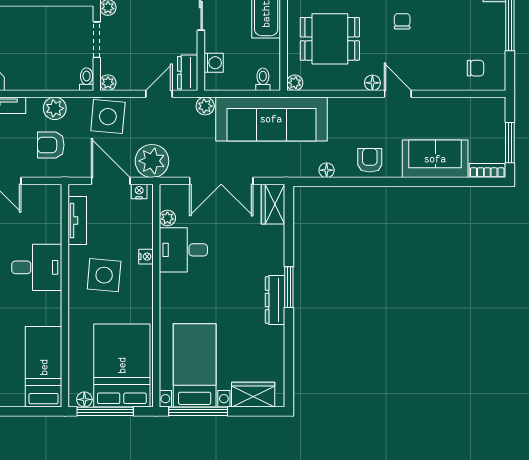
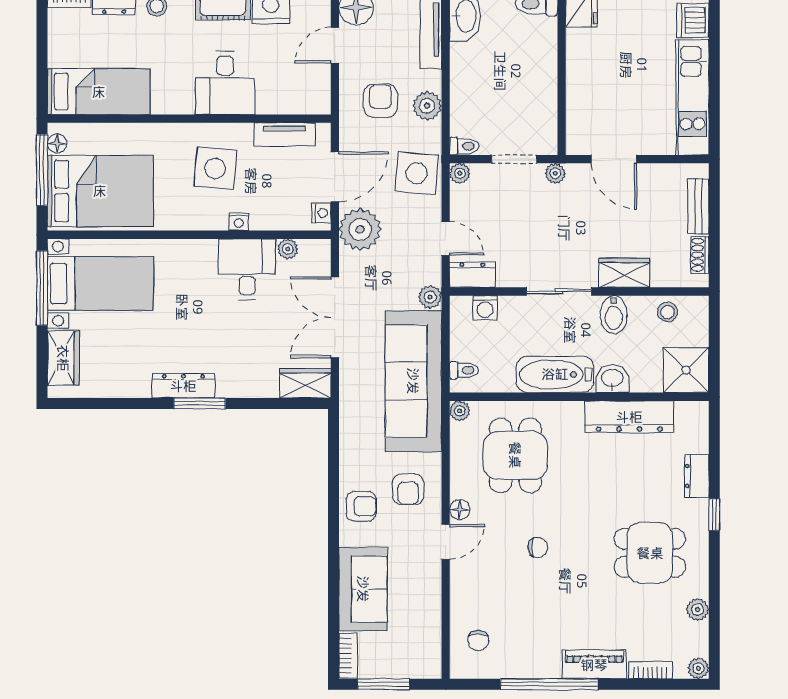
armchair: (356, 123) -> (408, 489), added
floor lamp: (327, 170) -> (348, 451), removed

